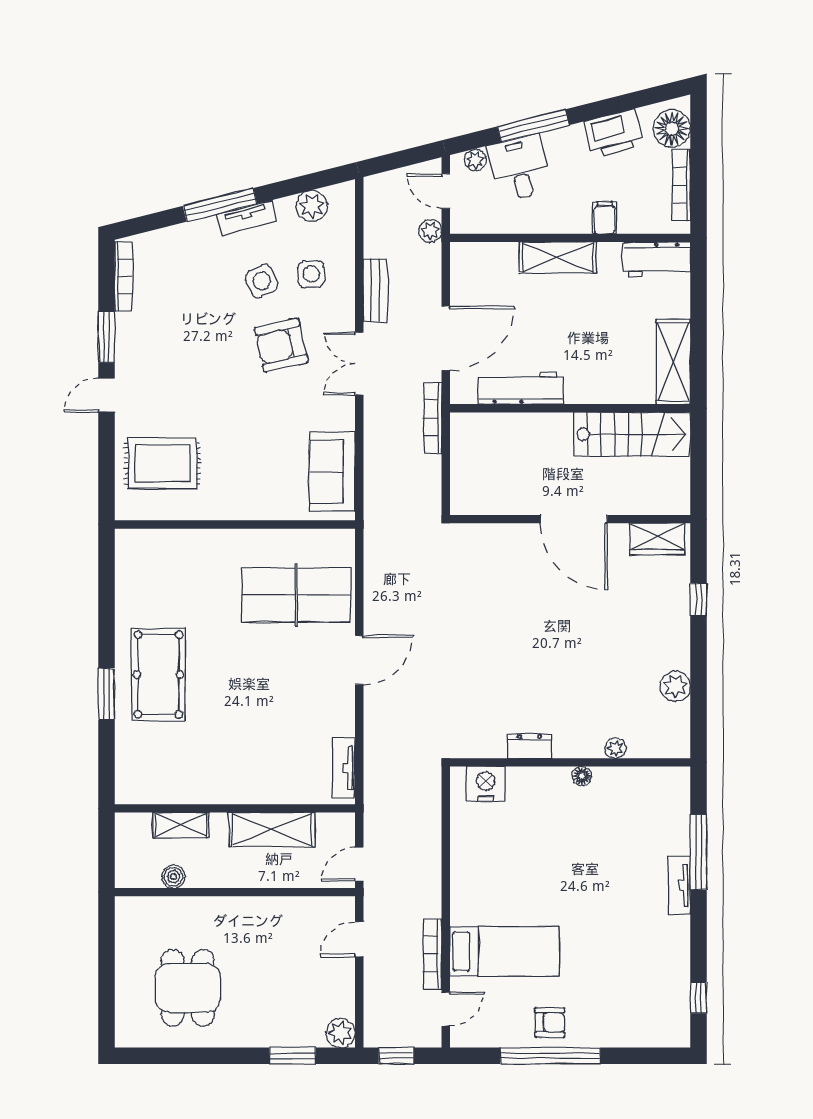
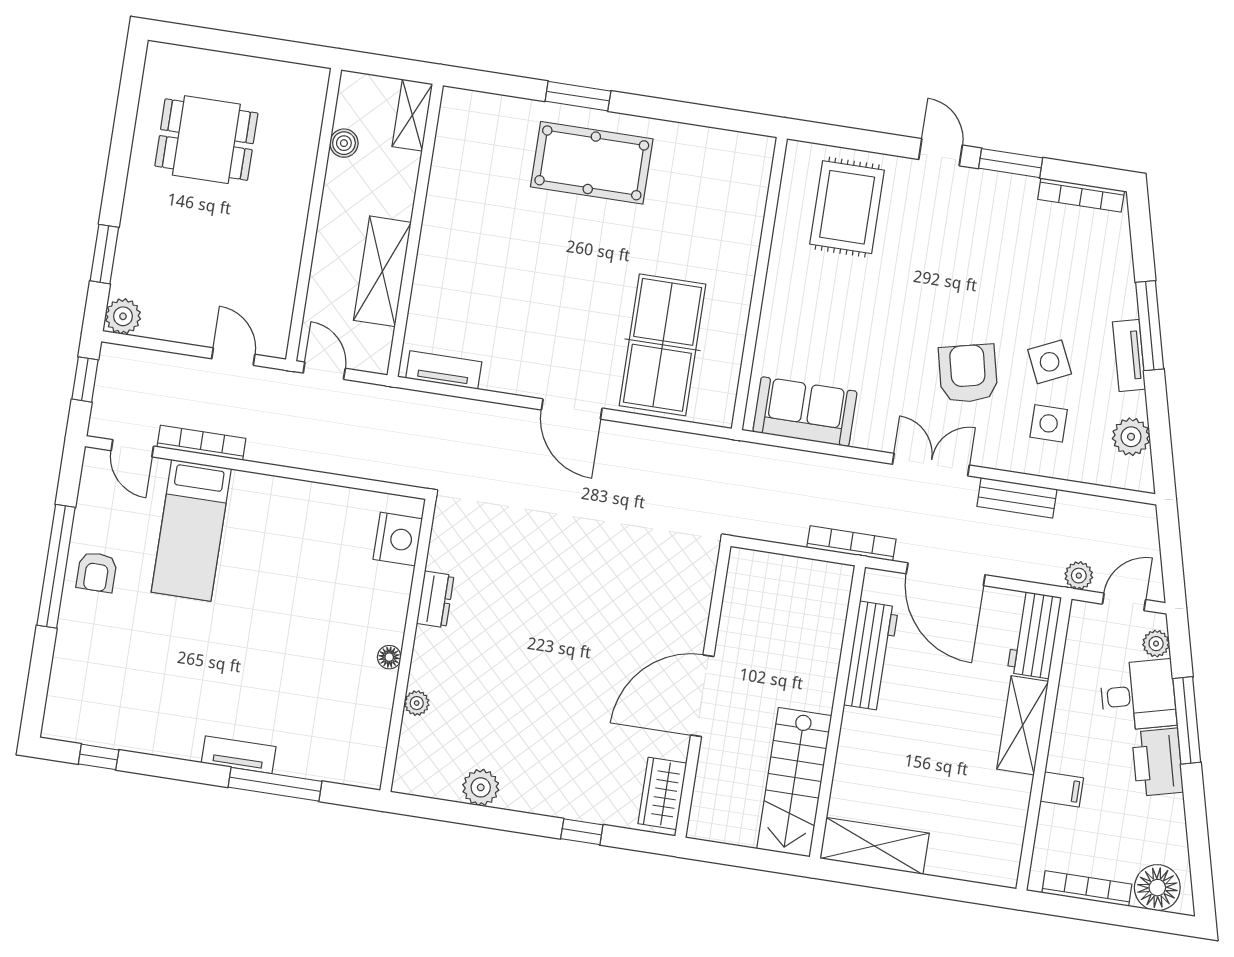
printer: (614, 133) -> (1157, 762), moved
workbench: (657, 259) -> (1034, 635), moved
shelving: (181, 825) -> (412, 115), moved

